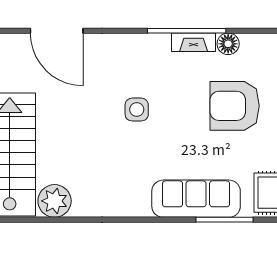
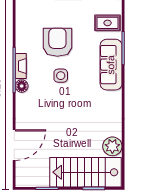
floor lamp: (228, 44) -> (22, 86), moved
armchair: (235, 106) -> (57, 42), turned 180
side table: (137, 110) -> (61, 76), moved

